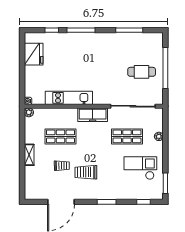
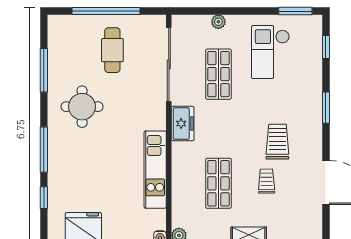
round table: (107, 53) -> (82, 107), added
freezer: (93, 115) -> (183, 124), width x0.71
trolley: (86, 172) -> (277, 142), turned 180

